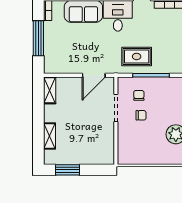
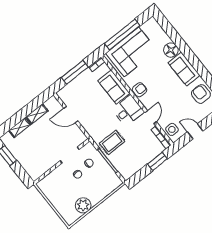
rug: (137, 56) -> (112, 142), turned 90
door: (94, 75) -> (71, 115), moved
shelving: (50, 90) -> (37, 114), moved

